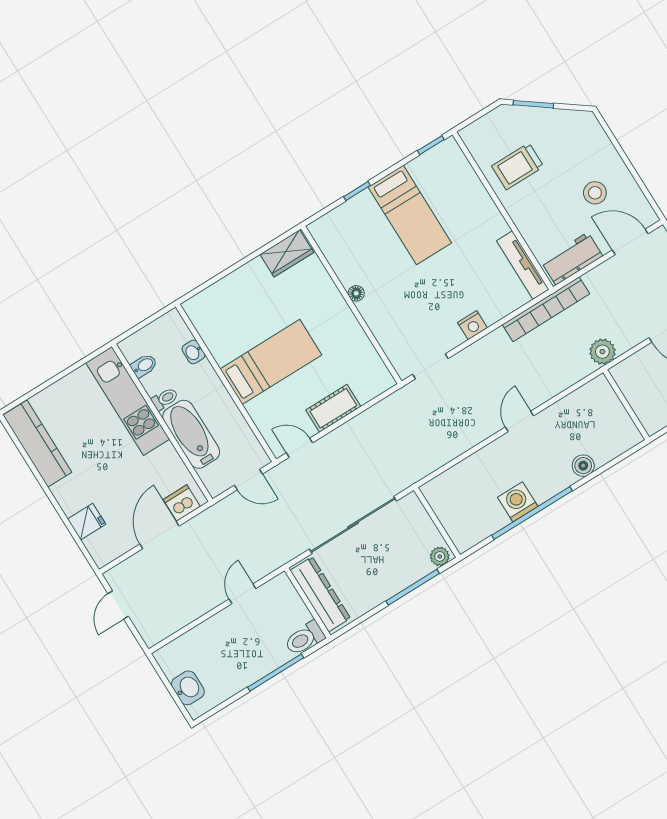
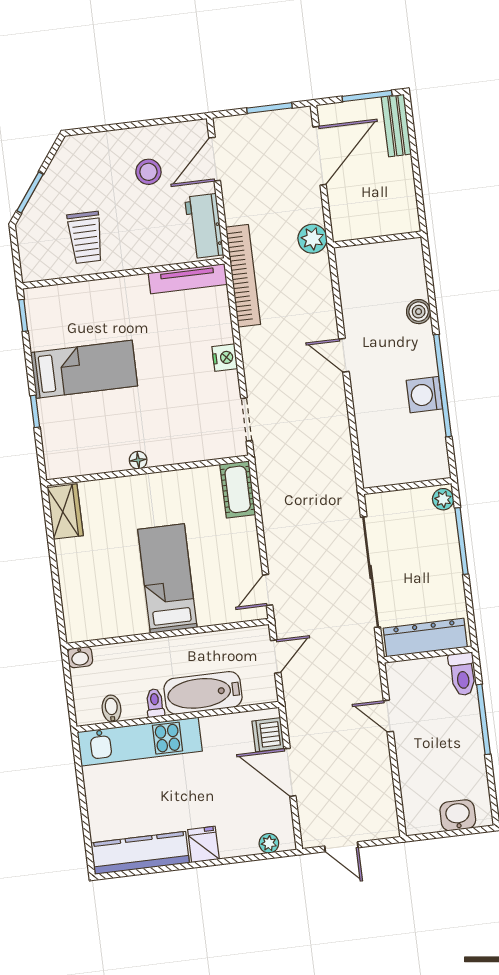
washbasin: (193, 352) -> (80, 657), moved
cot: (333, 408) -> (238, 489), moved
fridge: (87, 522) -> (203, 844), moved
plant: (94, 545) -> (269, 843), added

